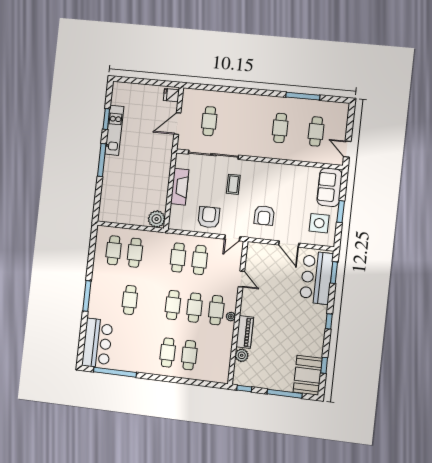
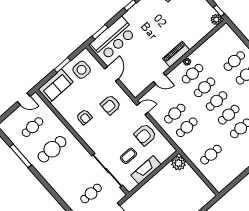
cafe table: (280, 128) -> (52, 149), width x1.37, depth x1.35
door: (347, 149) -> (24, 99), hinge flipped
armchair: (278, 183) -> (84, 117), added
coffee table: (233, 184) -> (128, 156), moved
armchair: (264, 215) -> (110, 105), turned 180
cafe table: (114, 250) -> (229, 115), moved
door: (241, 279) -> (160, 79), swing flipped
piano: (245, 332) -> (176, 54), moved
plant: (242, 355) -> (216, 20), moved

